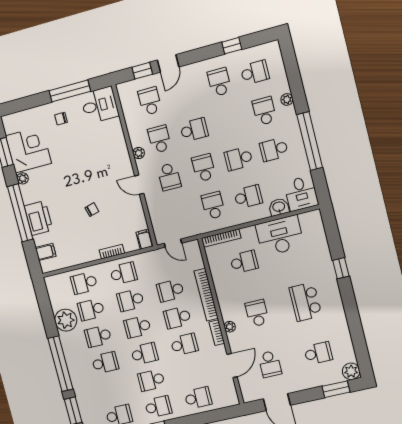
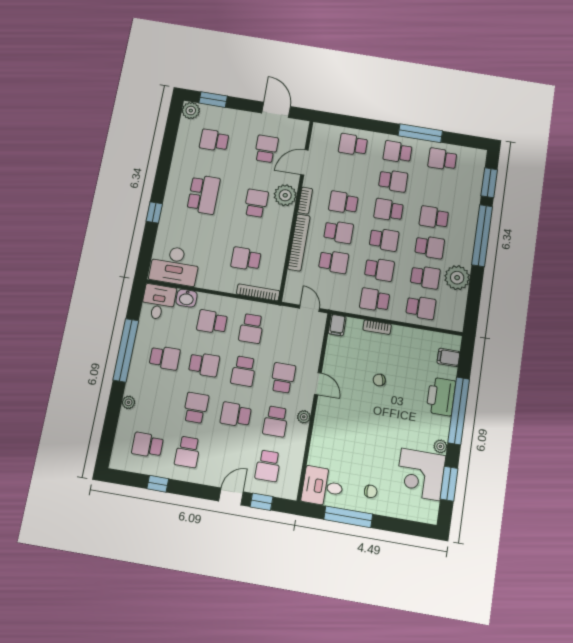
school desk: (264, 111) -> (196, 408), moved, turned 180
desk: (280, 236) -> (175, 265), moved
school desk: (257, 313) -> (256, 203), turned 180
plant: (230, 327) -> (285, 195), width x1.88, depth x1.88

